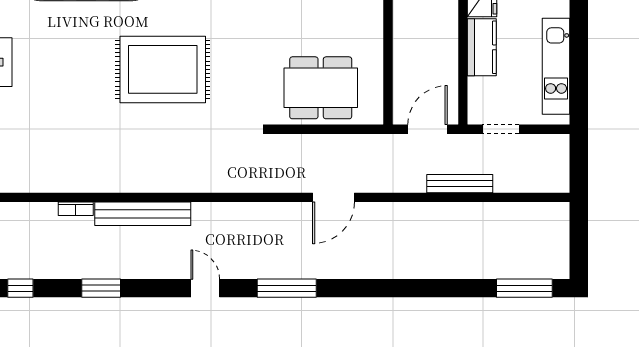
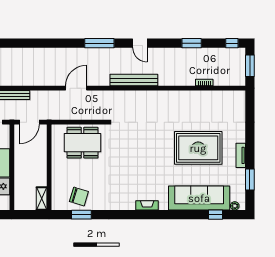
rug: (163, 69) -> (198, 148), moved
bench: (143, 214) -> (134, 80), moved

